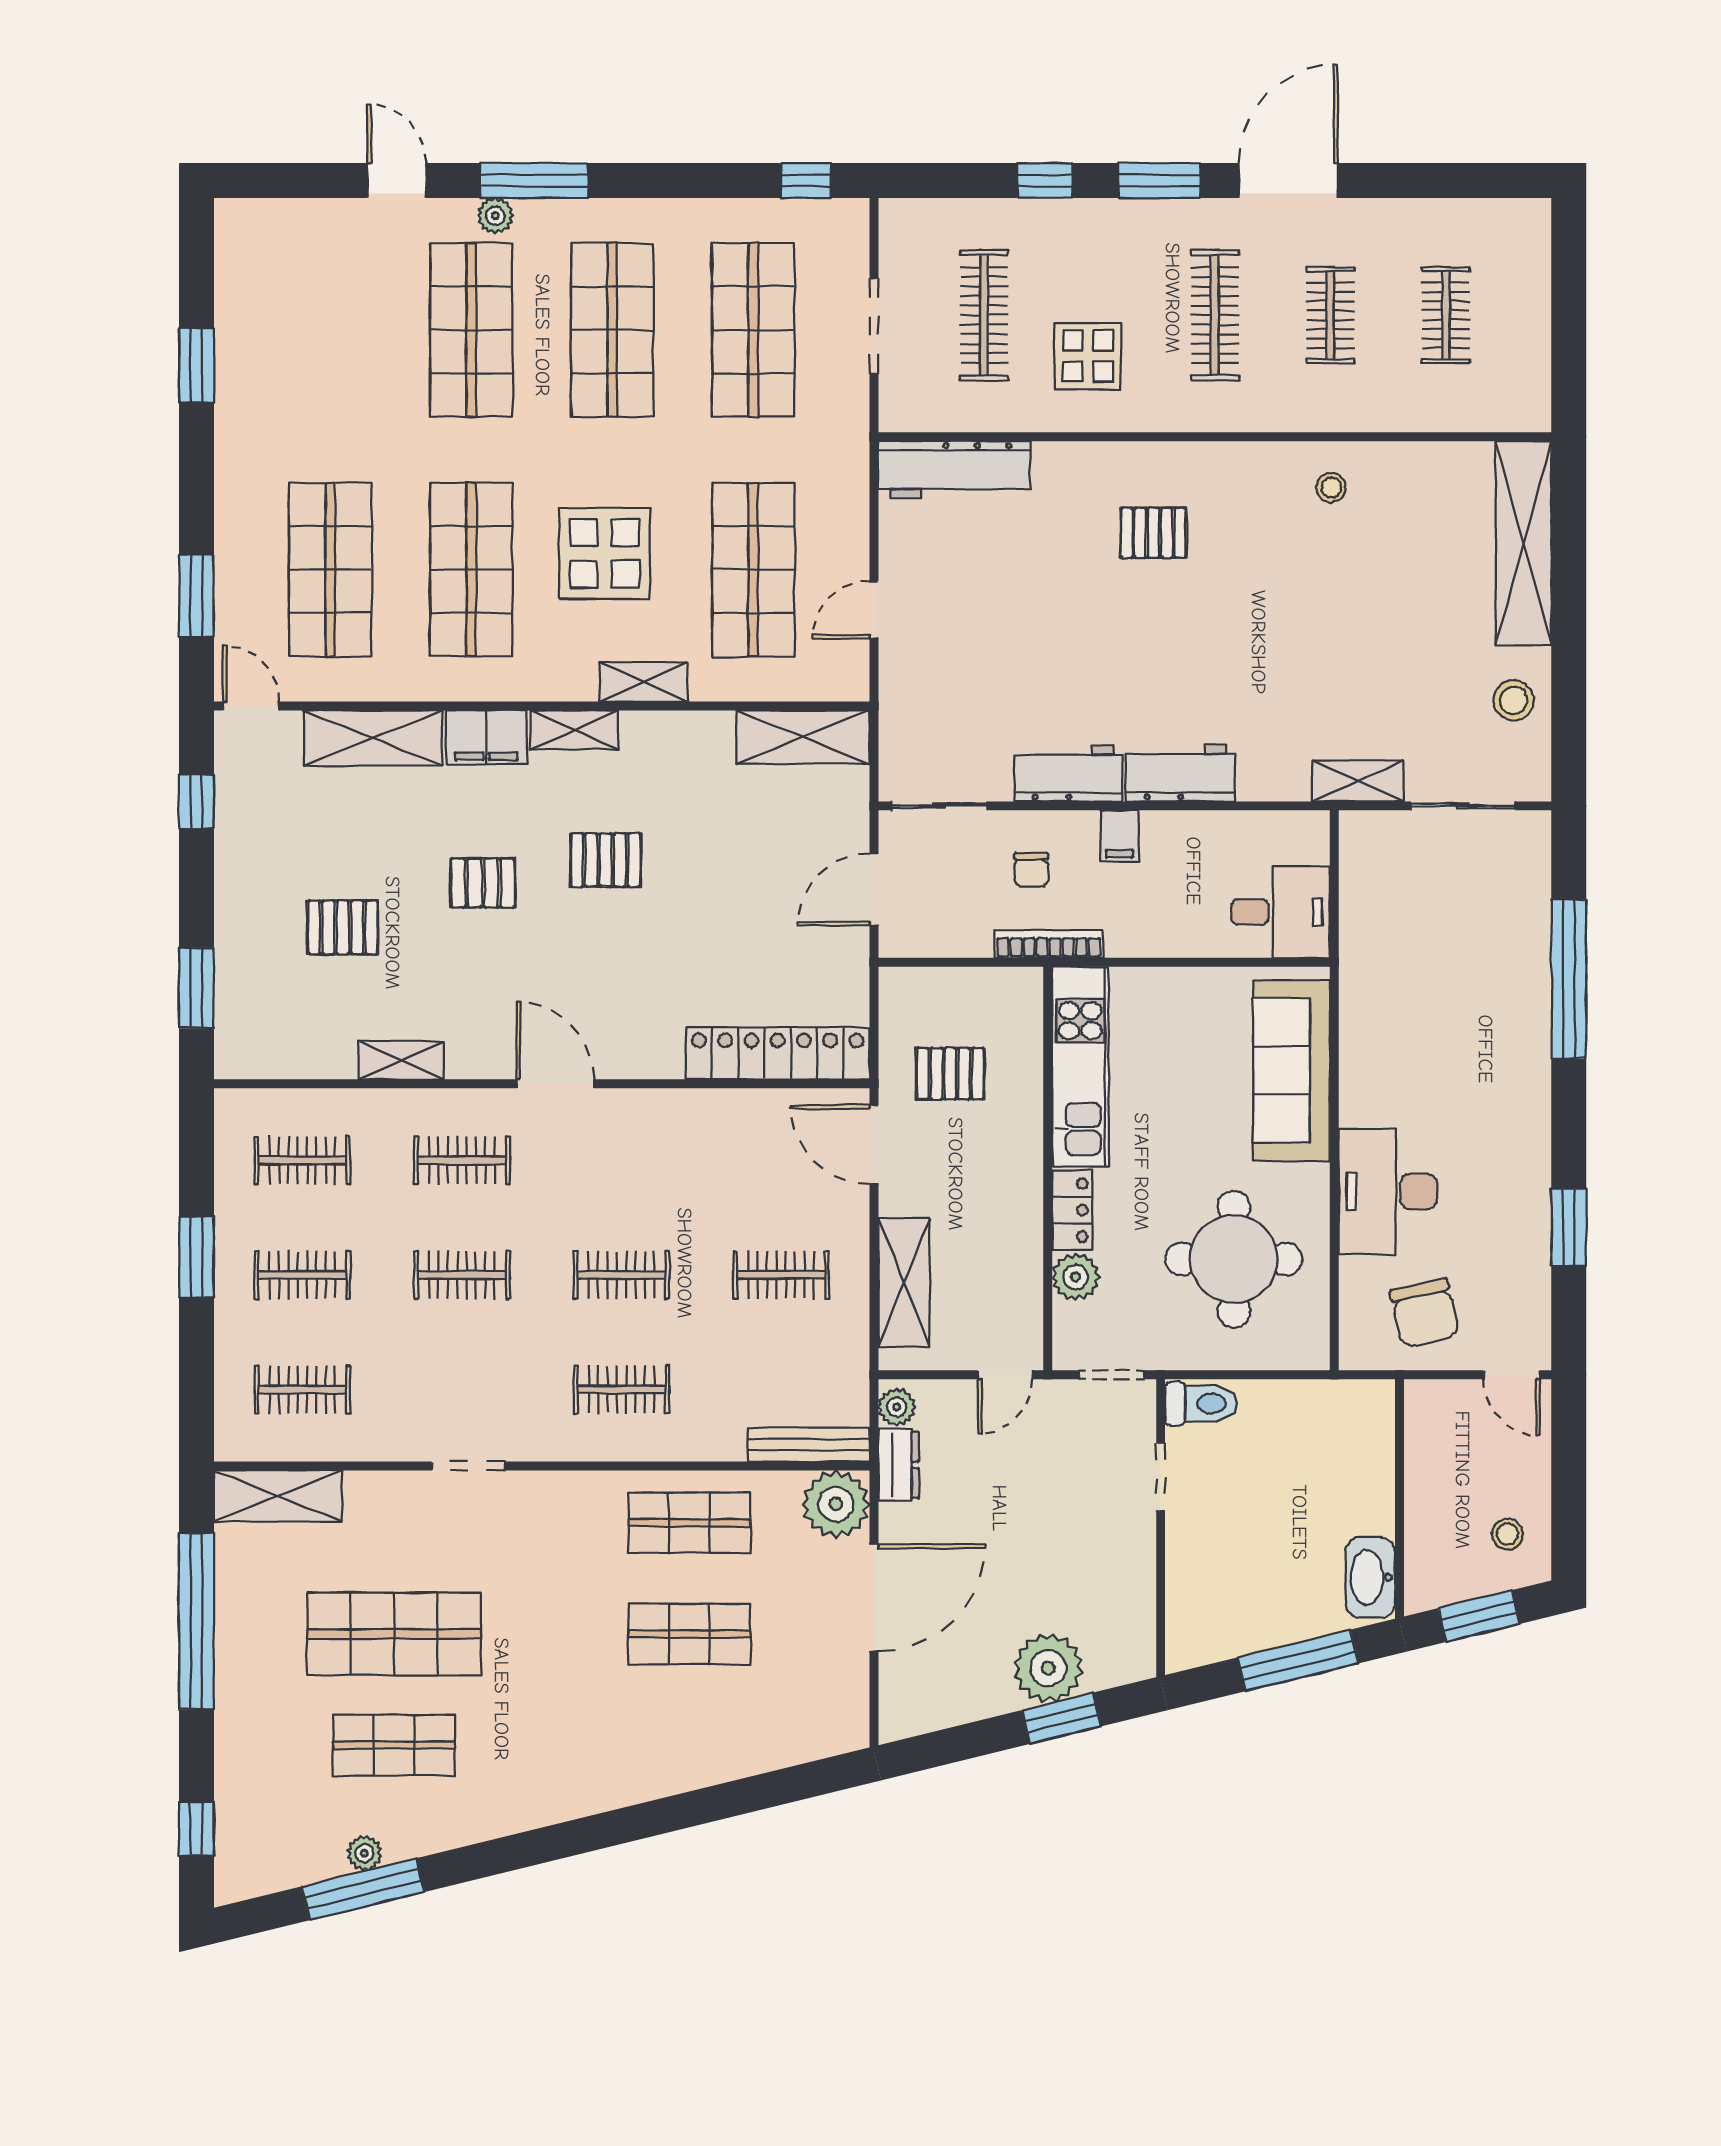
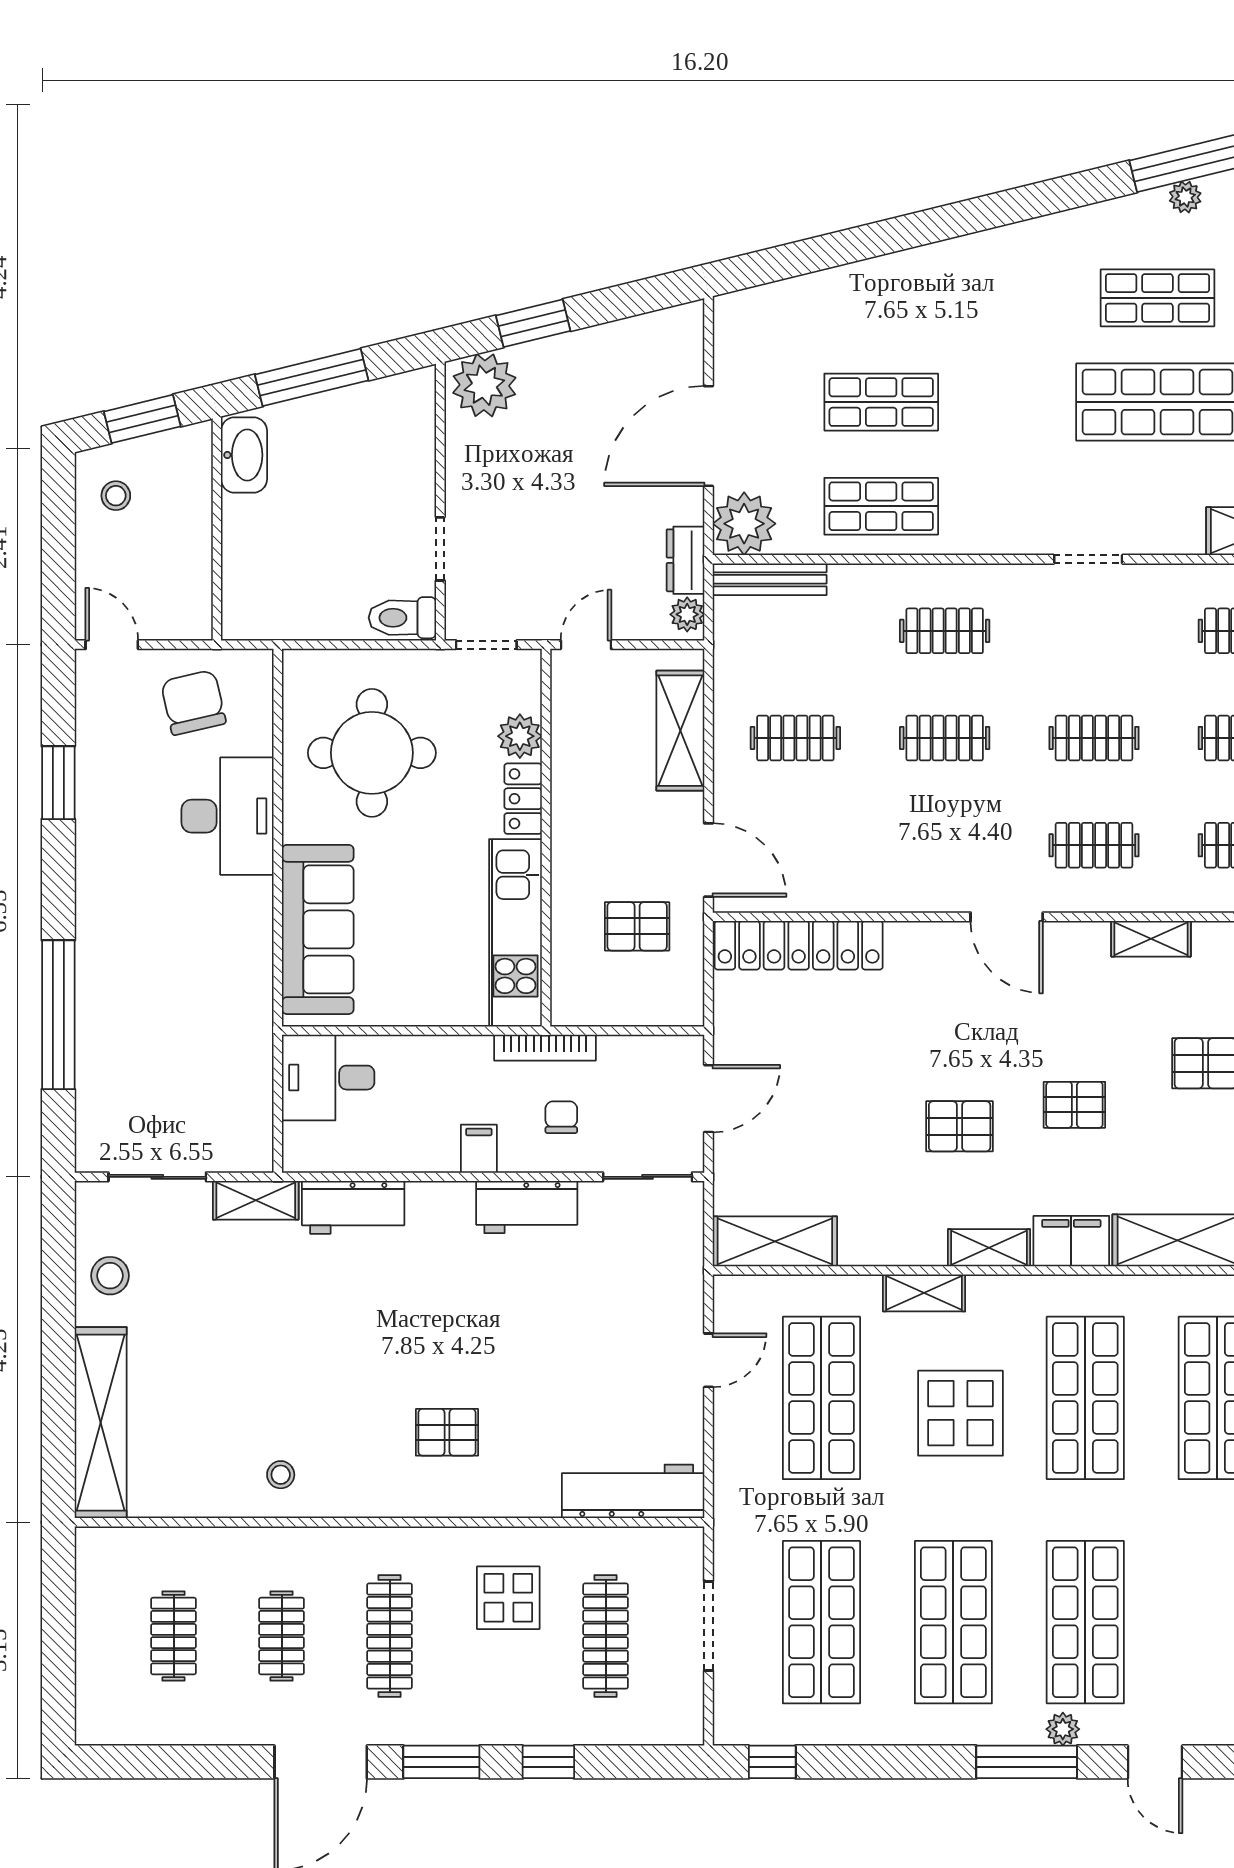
workbench: (1180, 773) -> (353, 1207), moved
plant: (1048, 1668) -> (484, 385), moved

